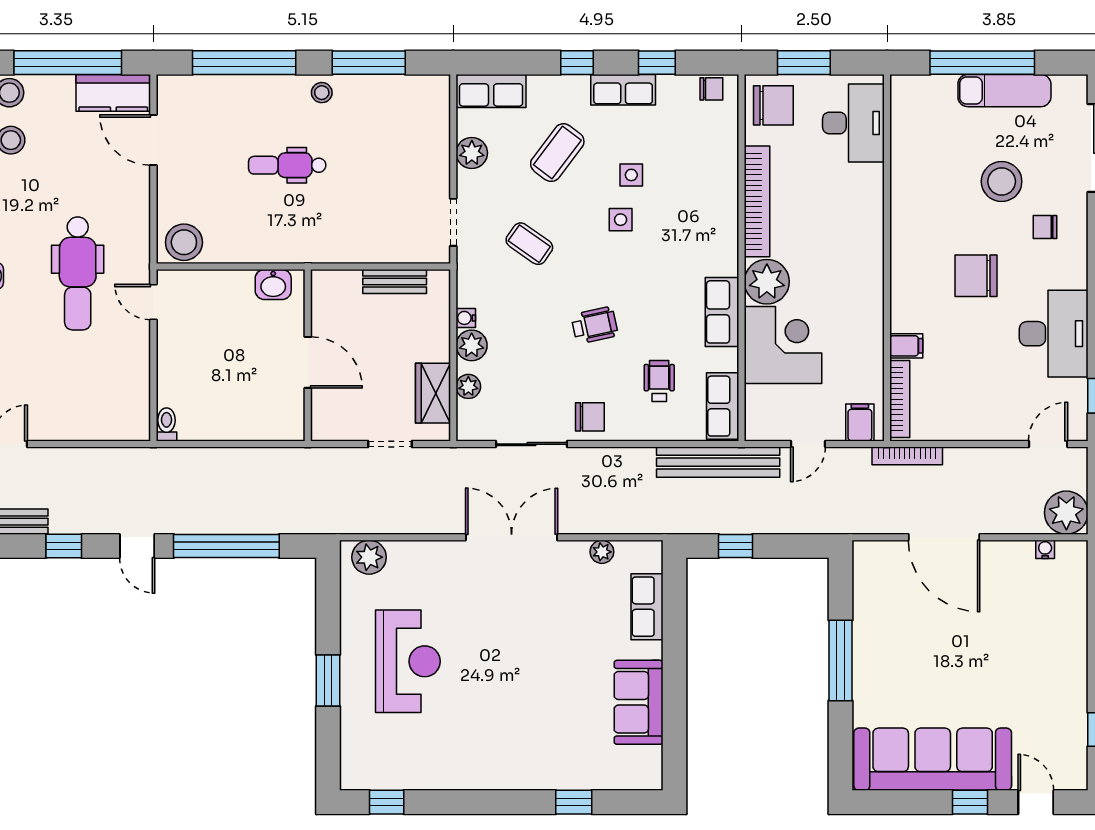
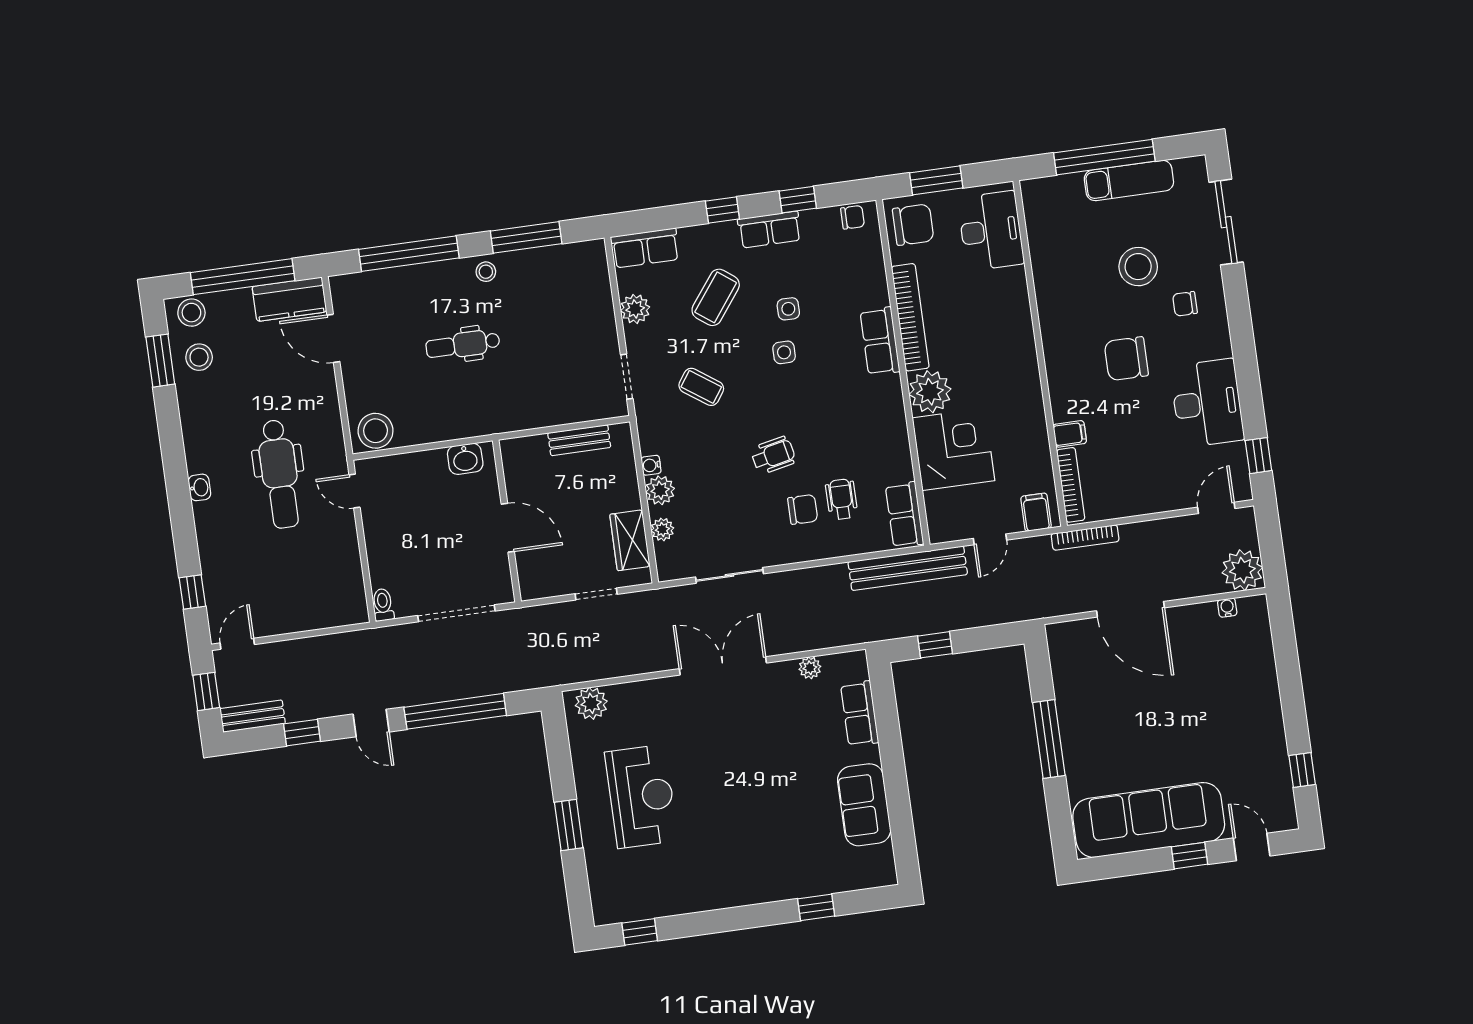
row of seats: (722, 312) -> (880, 341), moved
chair: (590, 417) -> (803, 509), moved
doorway: (242, 444) -> (456, 613), added

